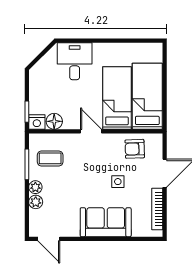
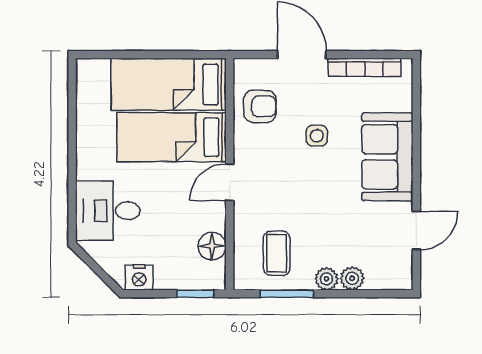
nightstand: (37, 122) -> (139, 277), moved, turned 90
armchair: (135, 149) -> (260, 106), turned -88
door: (49, 239) -> (416, 231), moved

